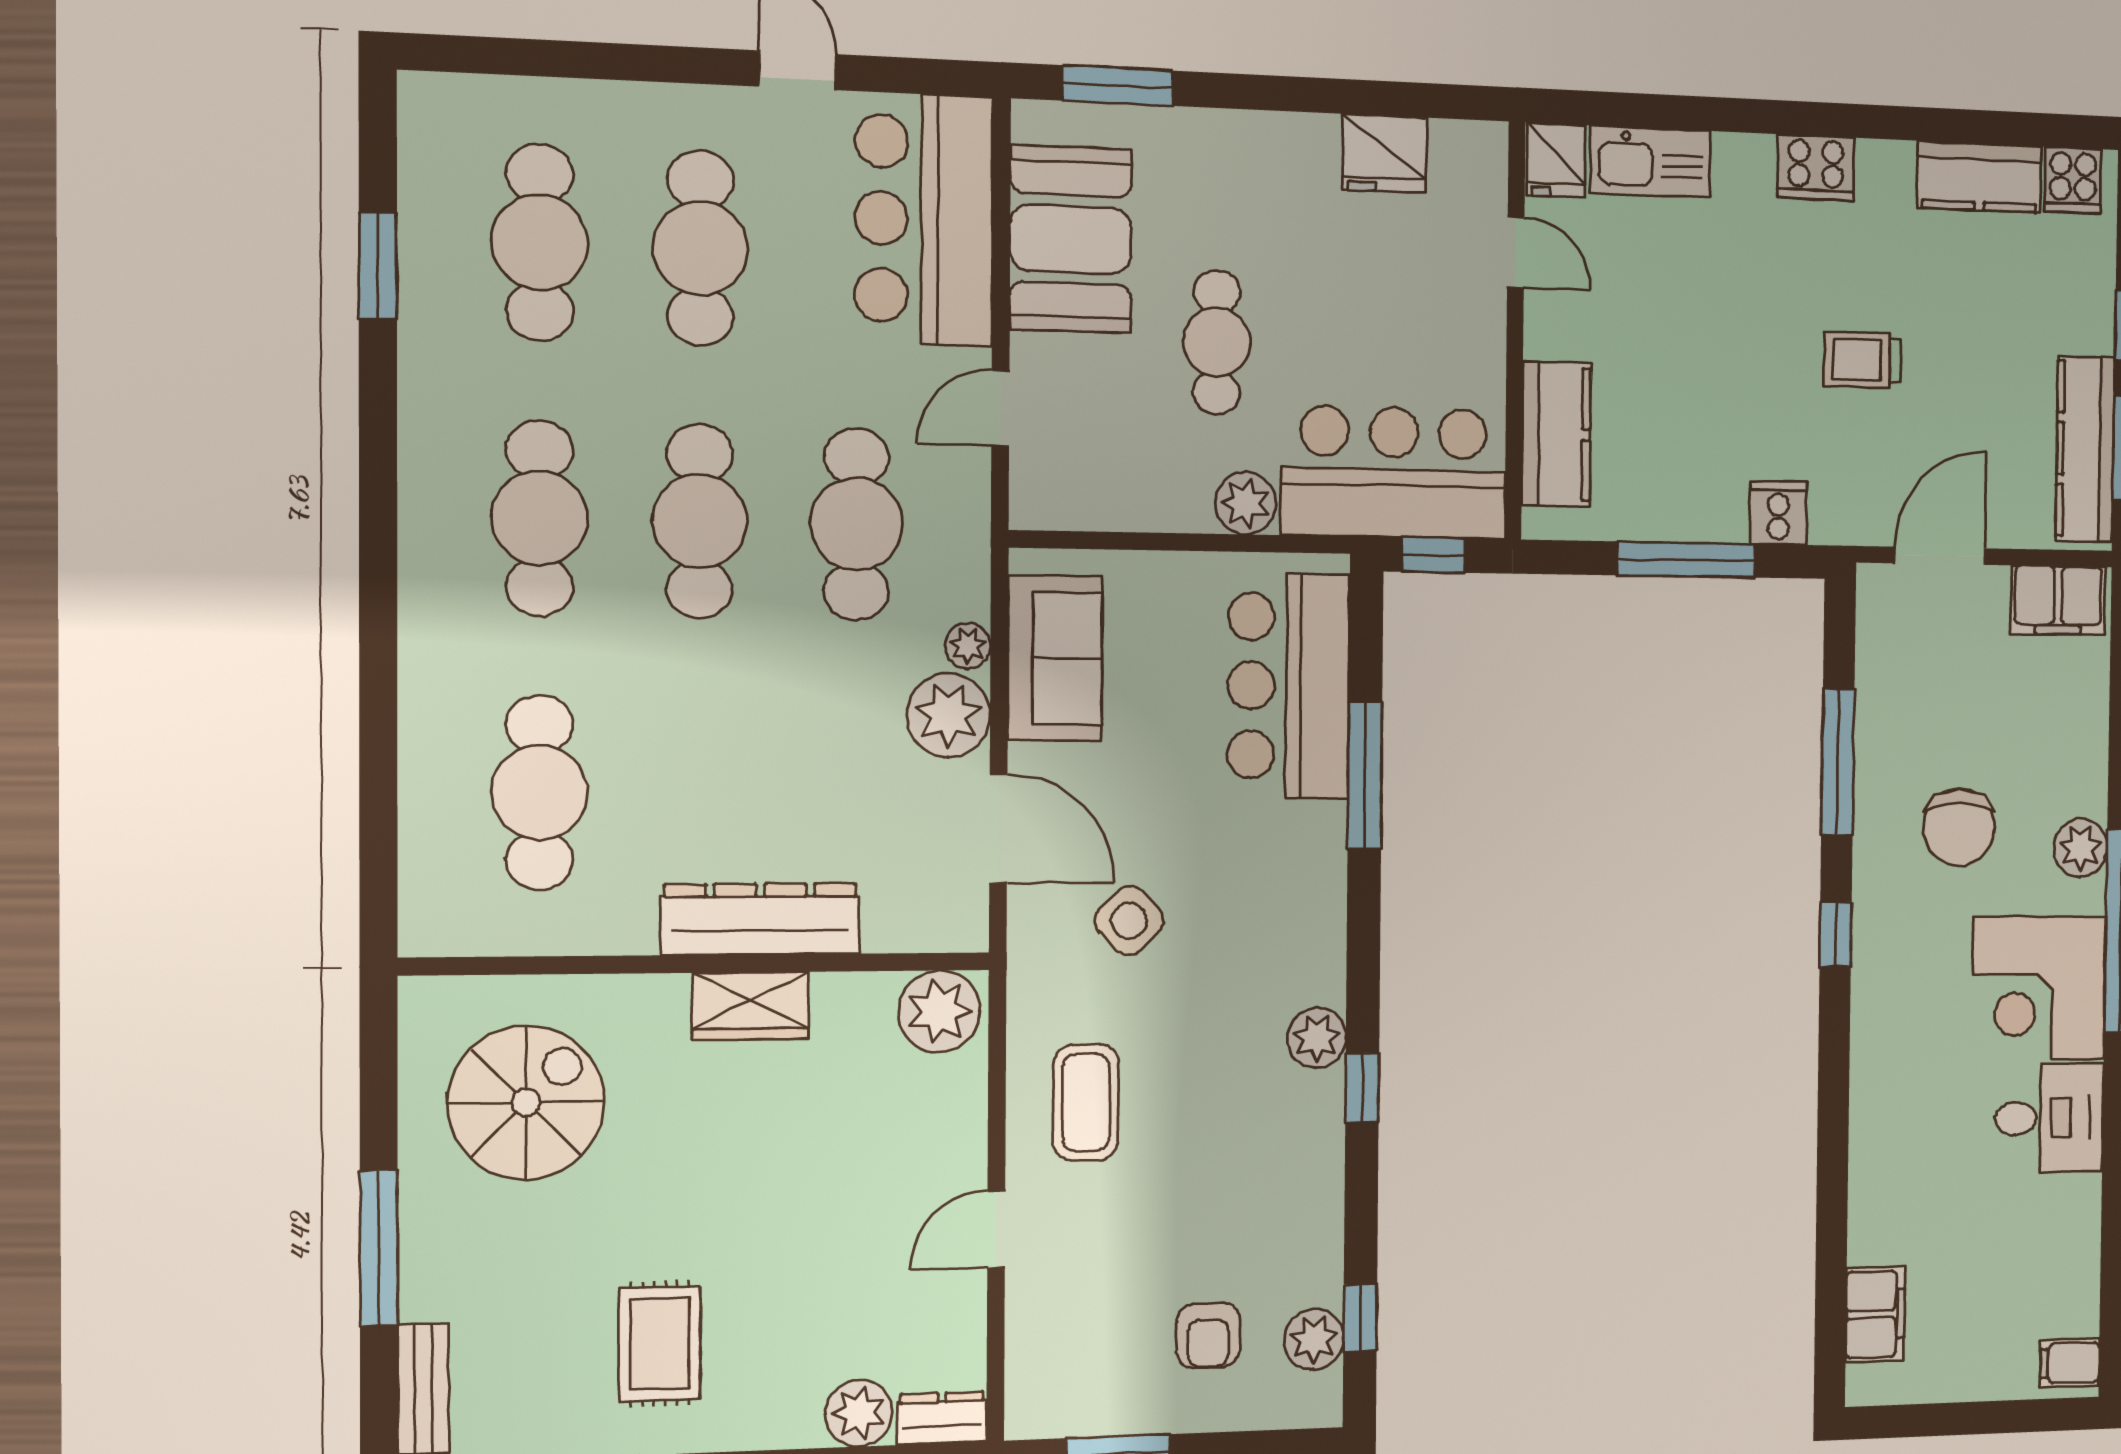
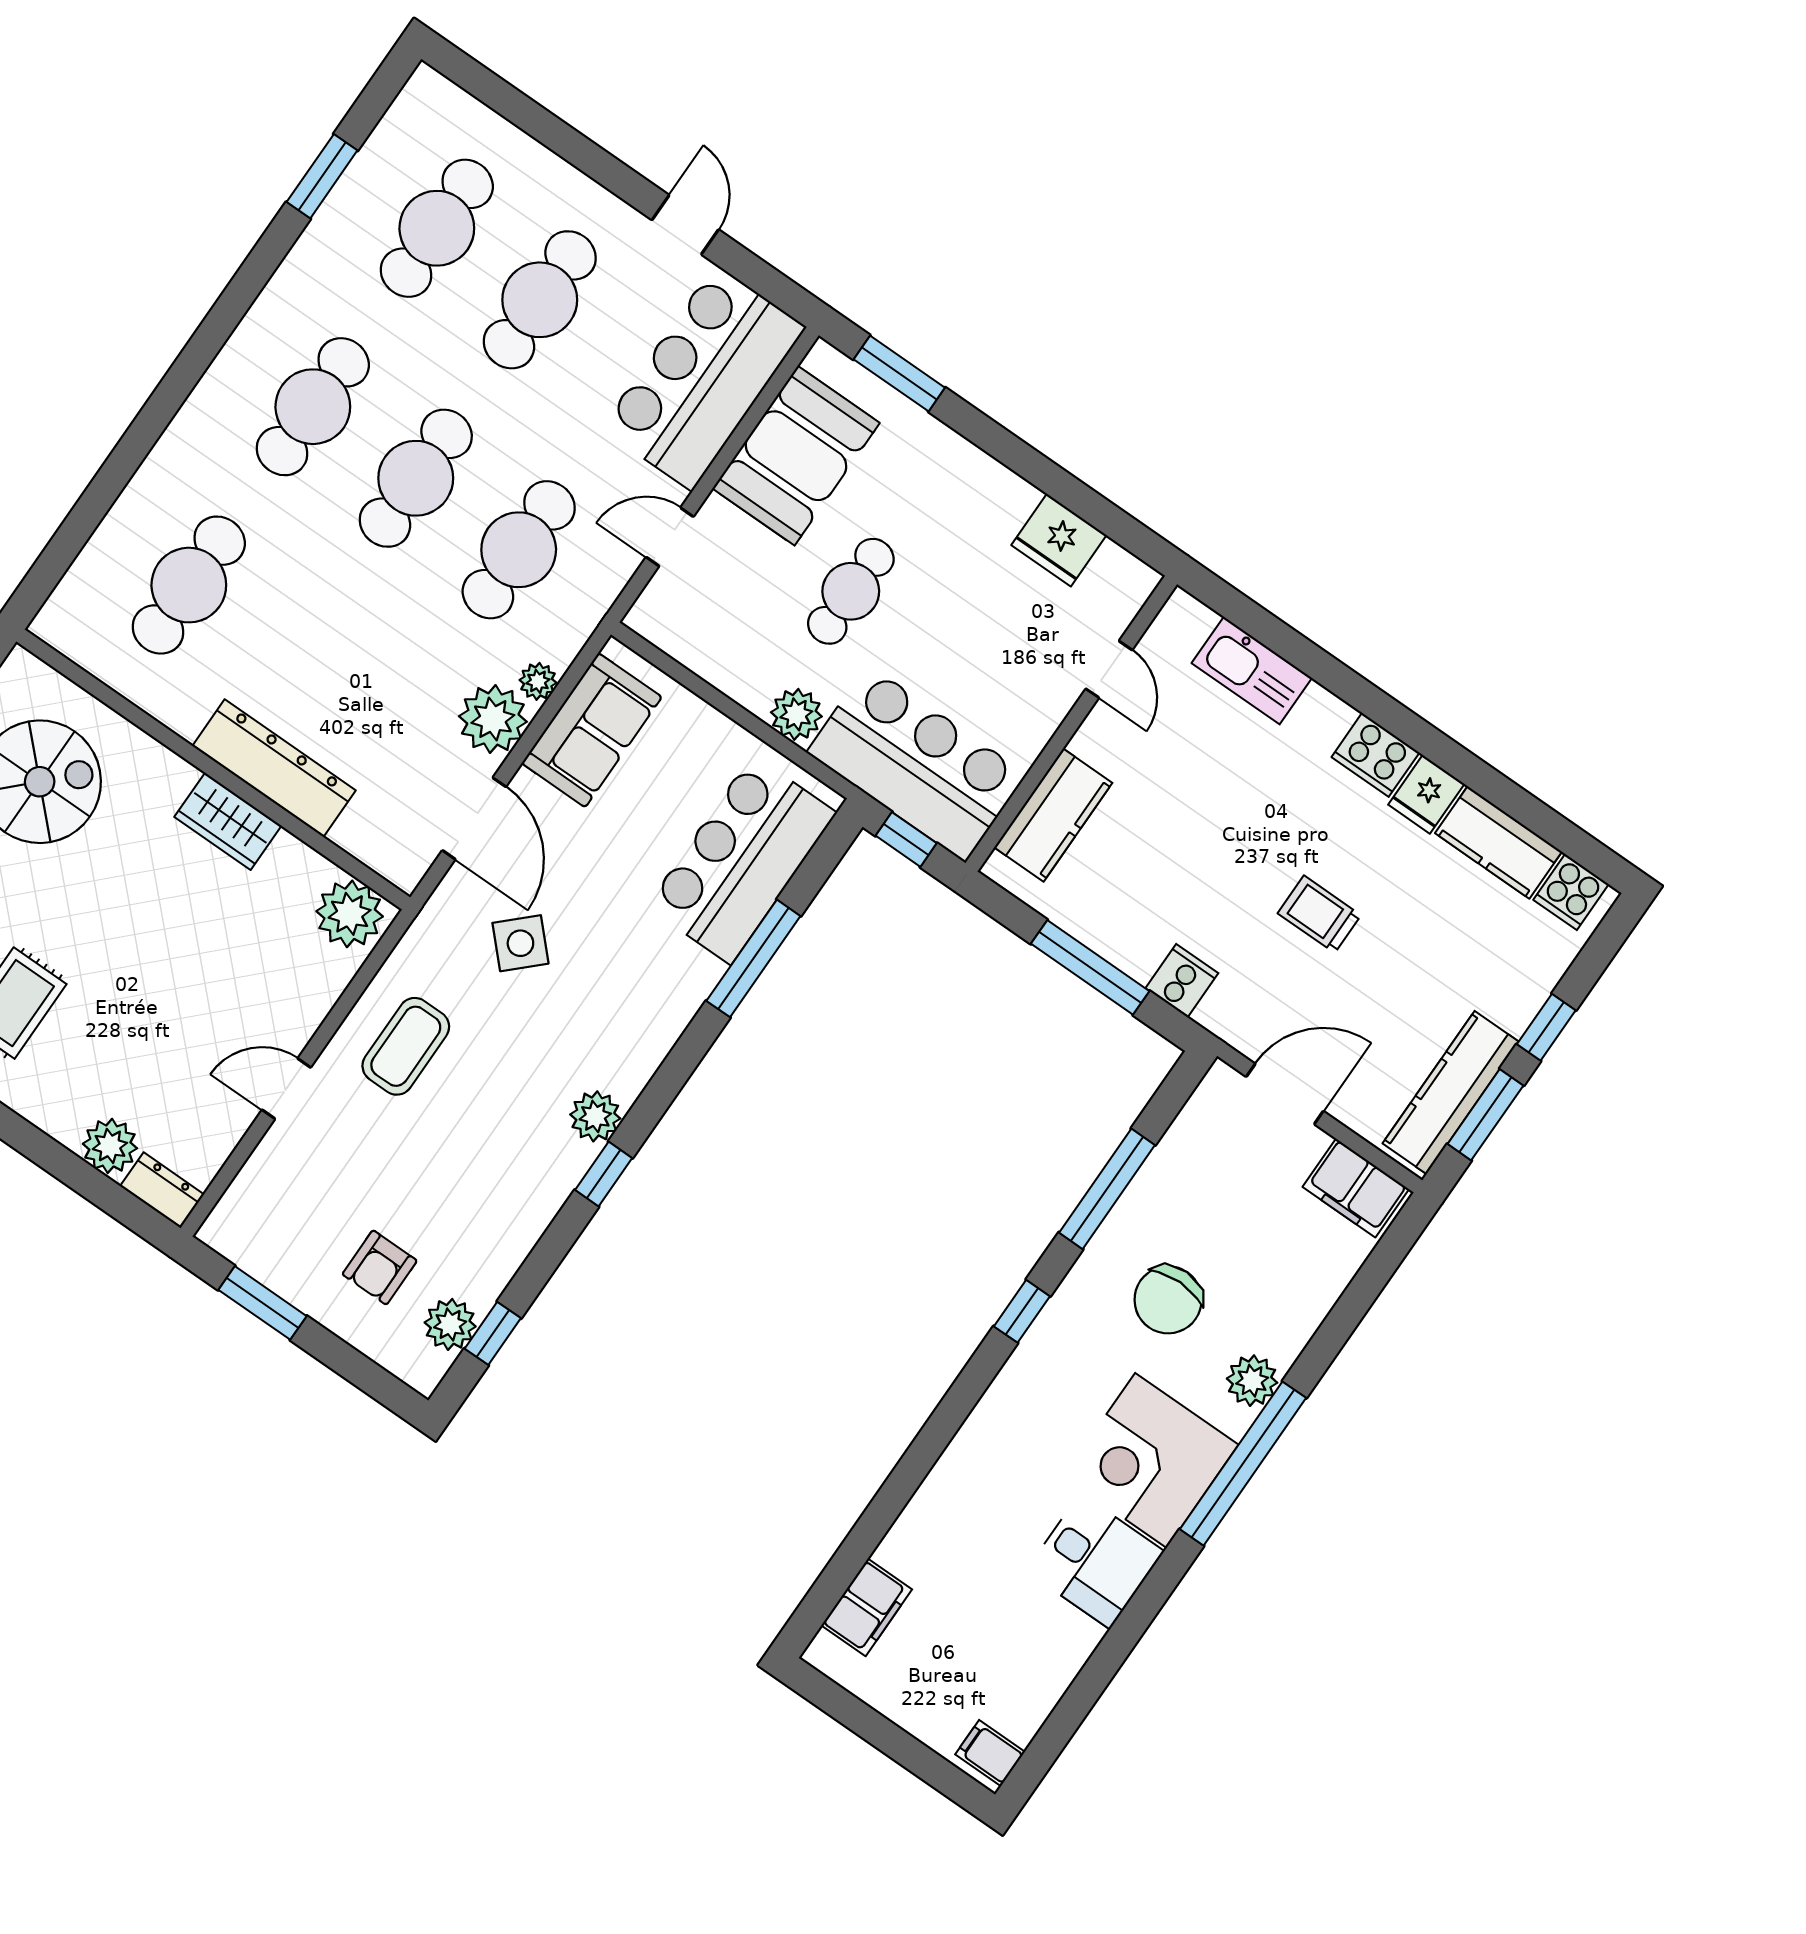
fridge: (1556, 160) -> (1426, 794), moved

